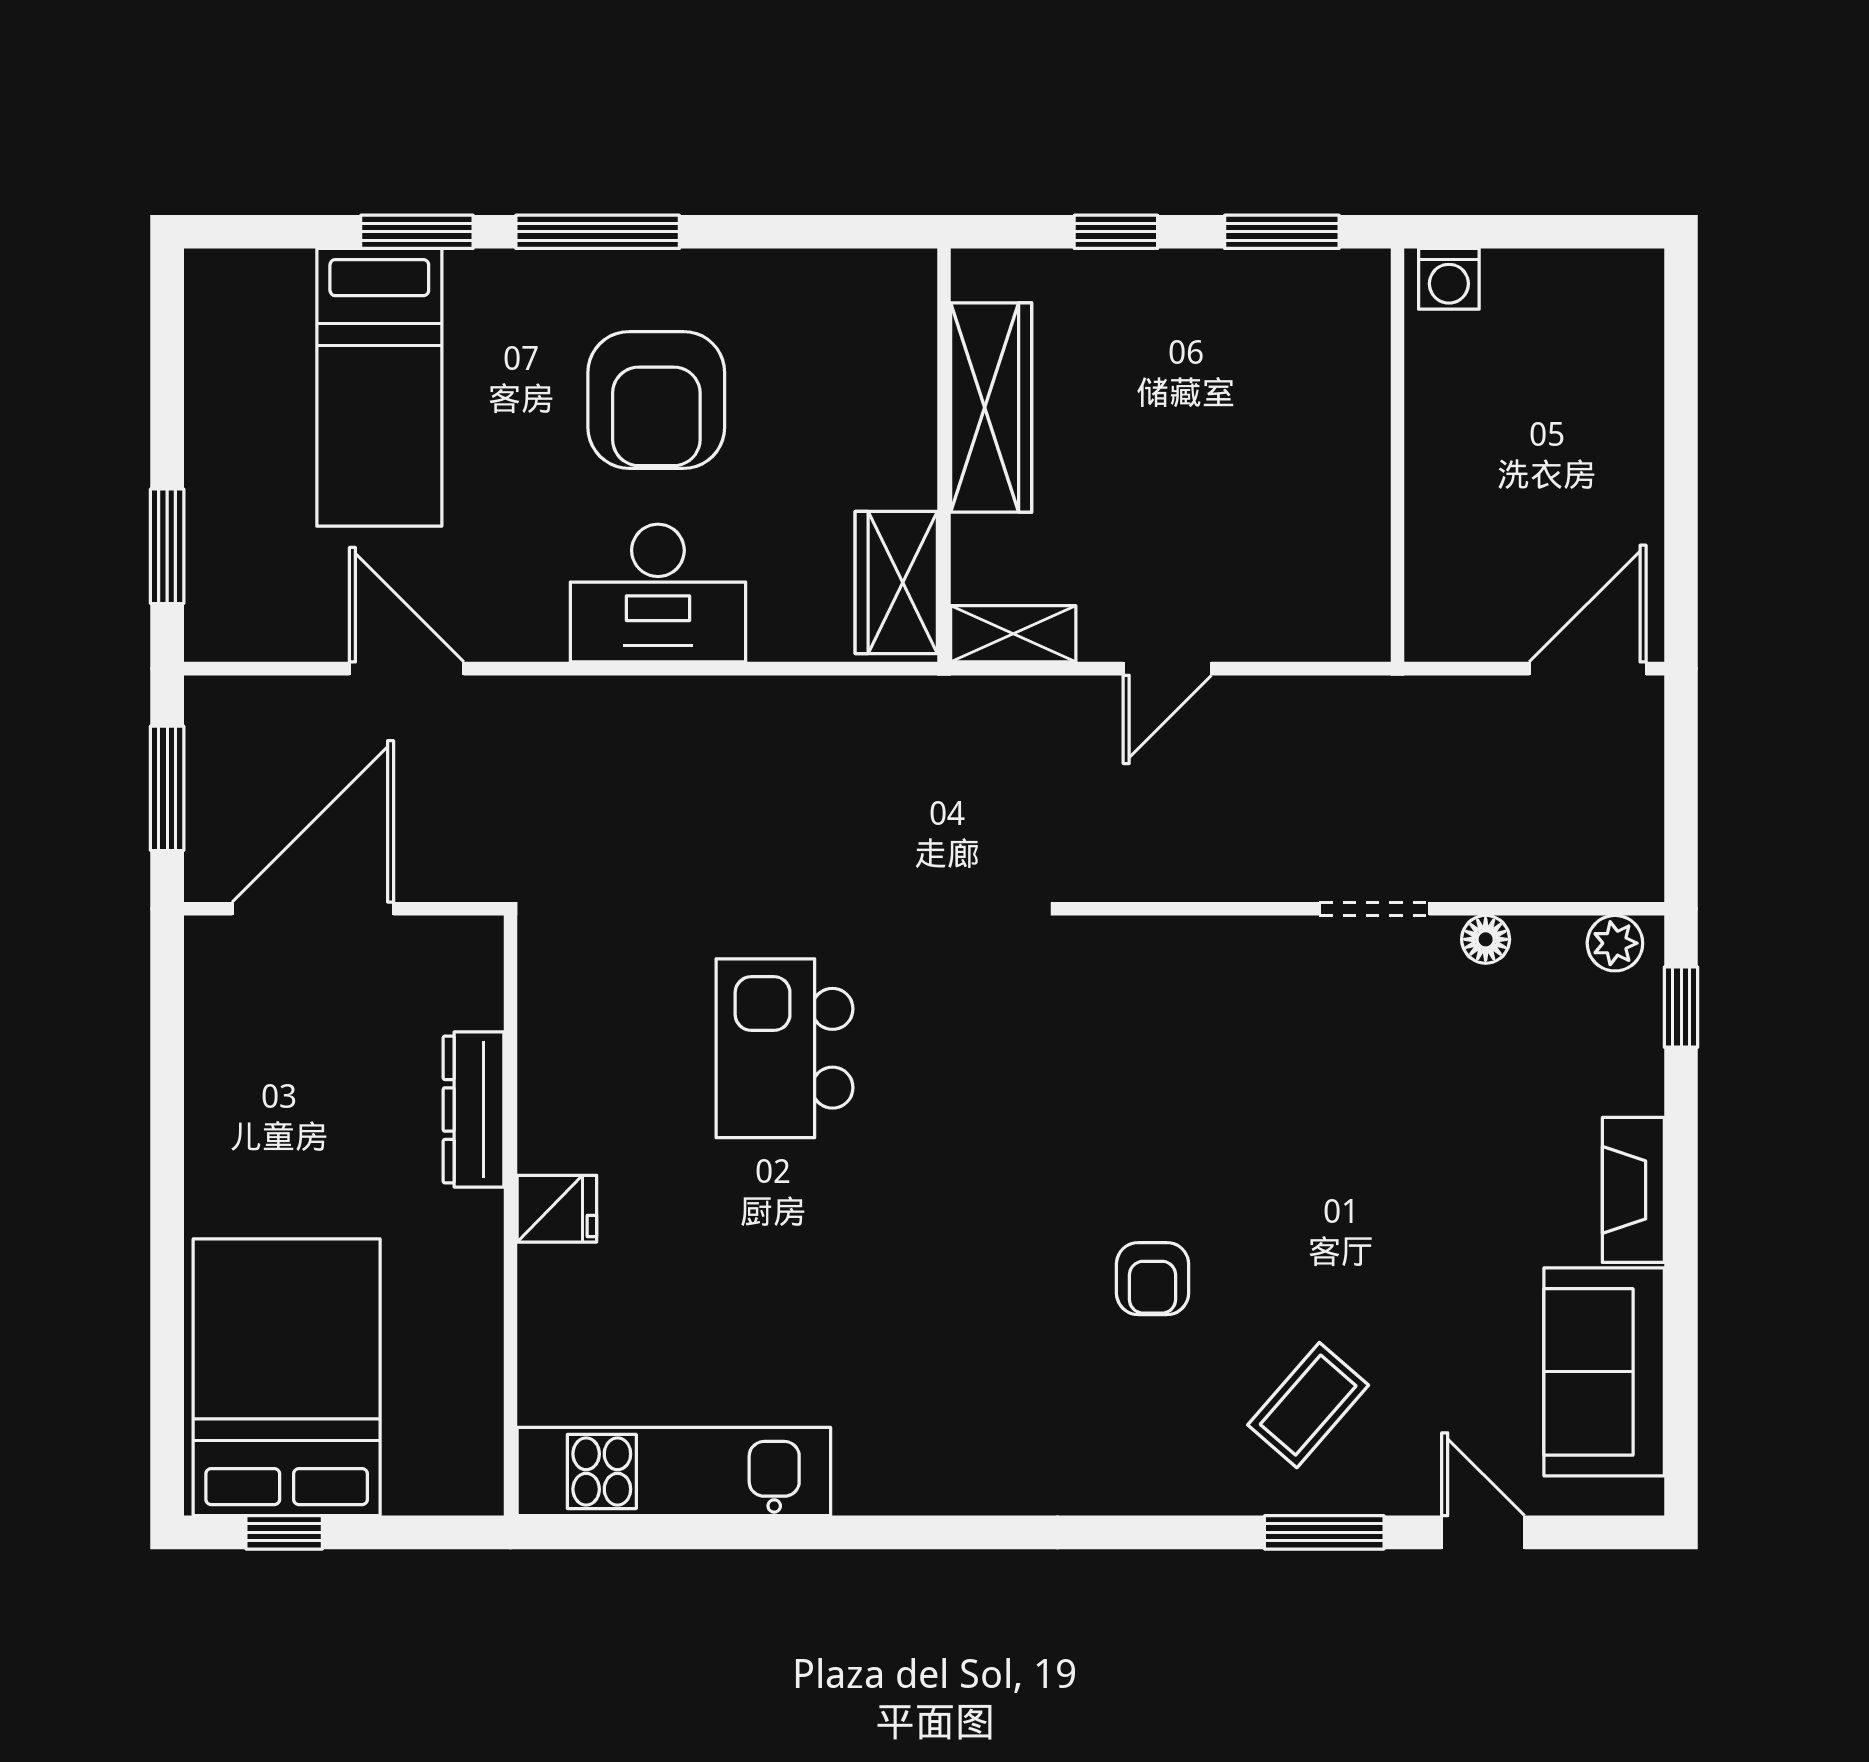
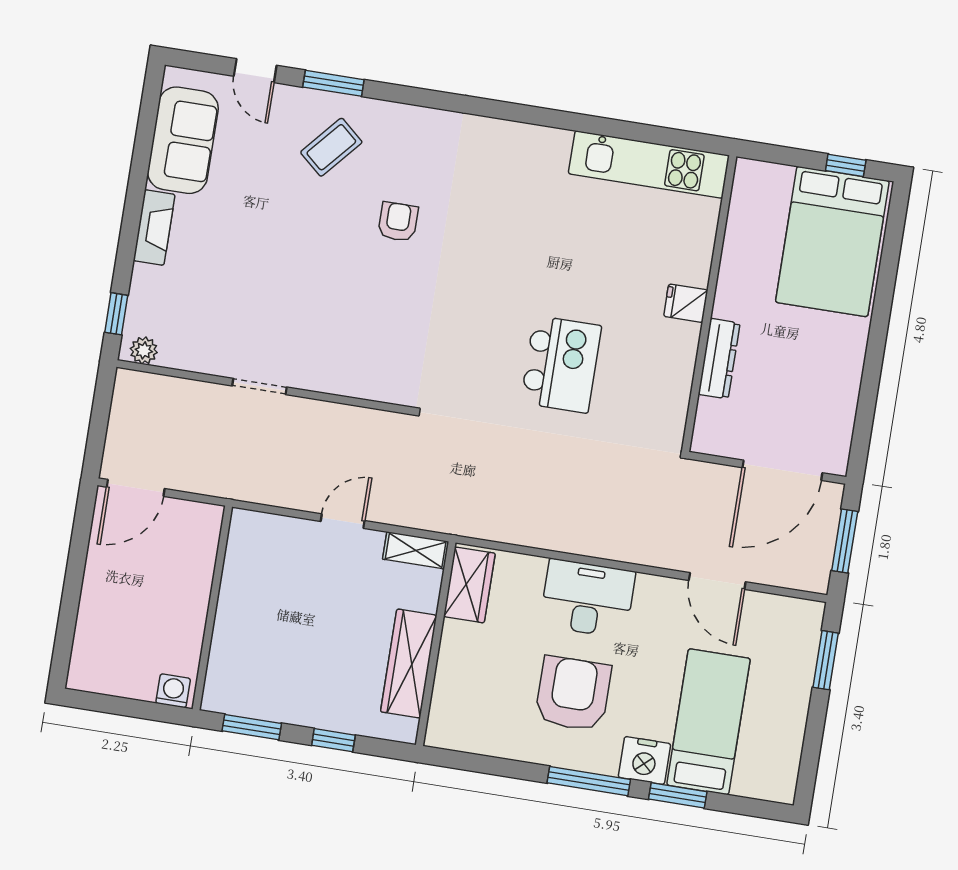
nightstand: (494, 290) -> (644, 760), added
floor lamp: (1486, 939) -> (207, 363), removed

